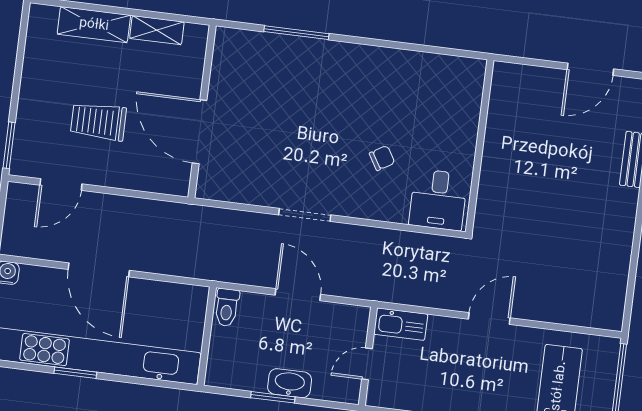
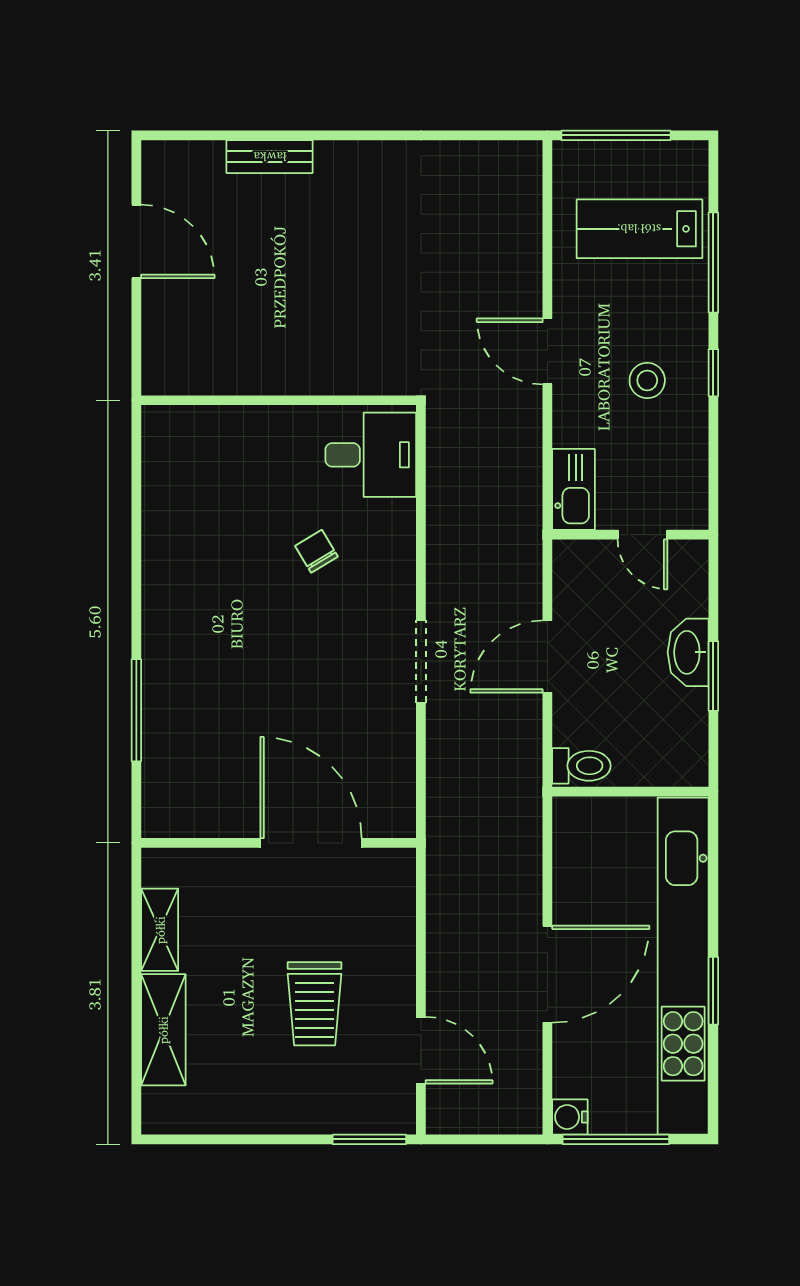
door: (199, 132) -> (311, 843), swing flipped
stool: (463, 379) -> (647, 380), added

